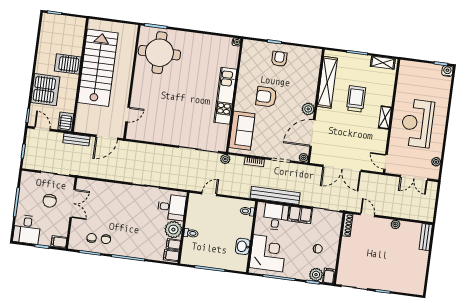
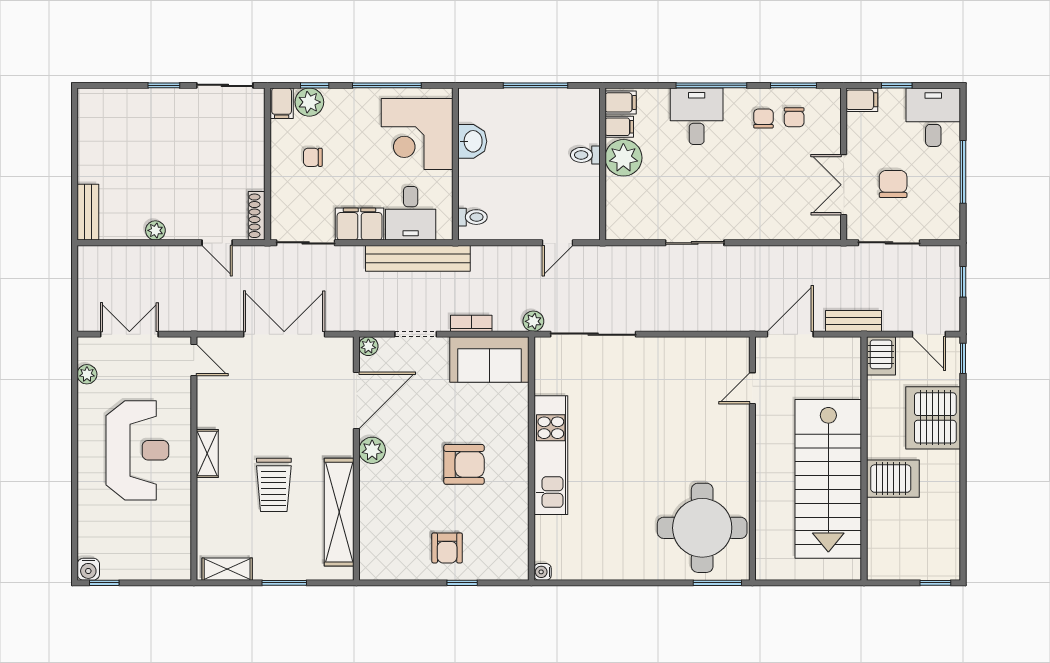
sofa: (242, 131) -> (489, 360), moved, turned -90
desk: (172, 207) -> (697, 116), moved, turned 90

